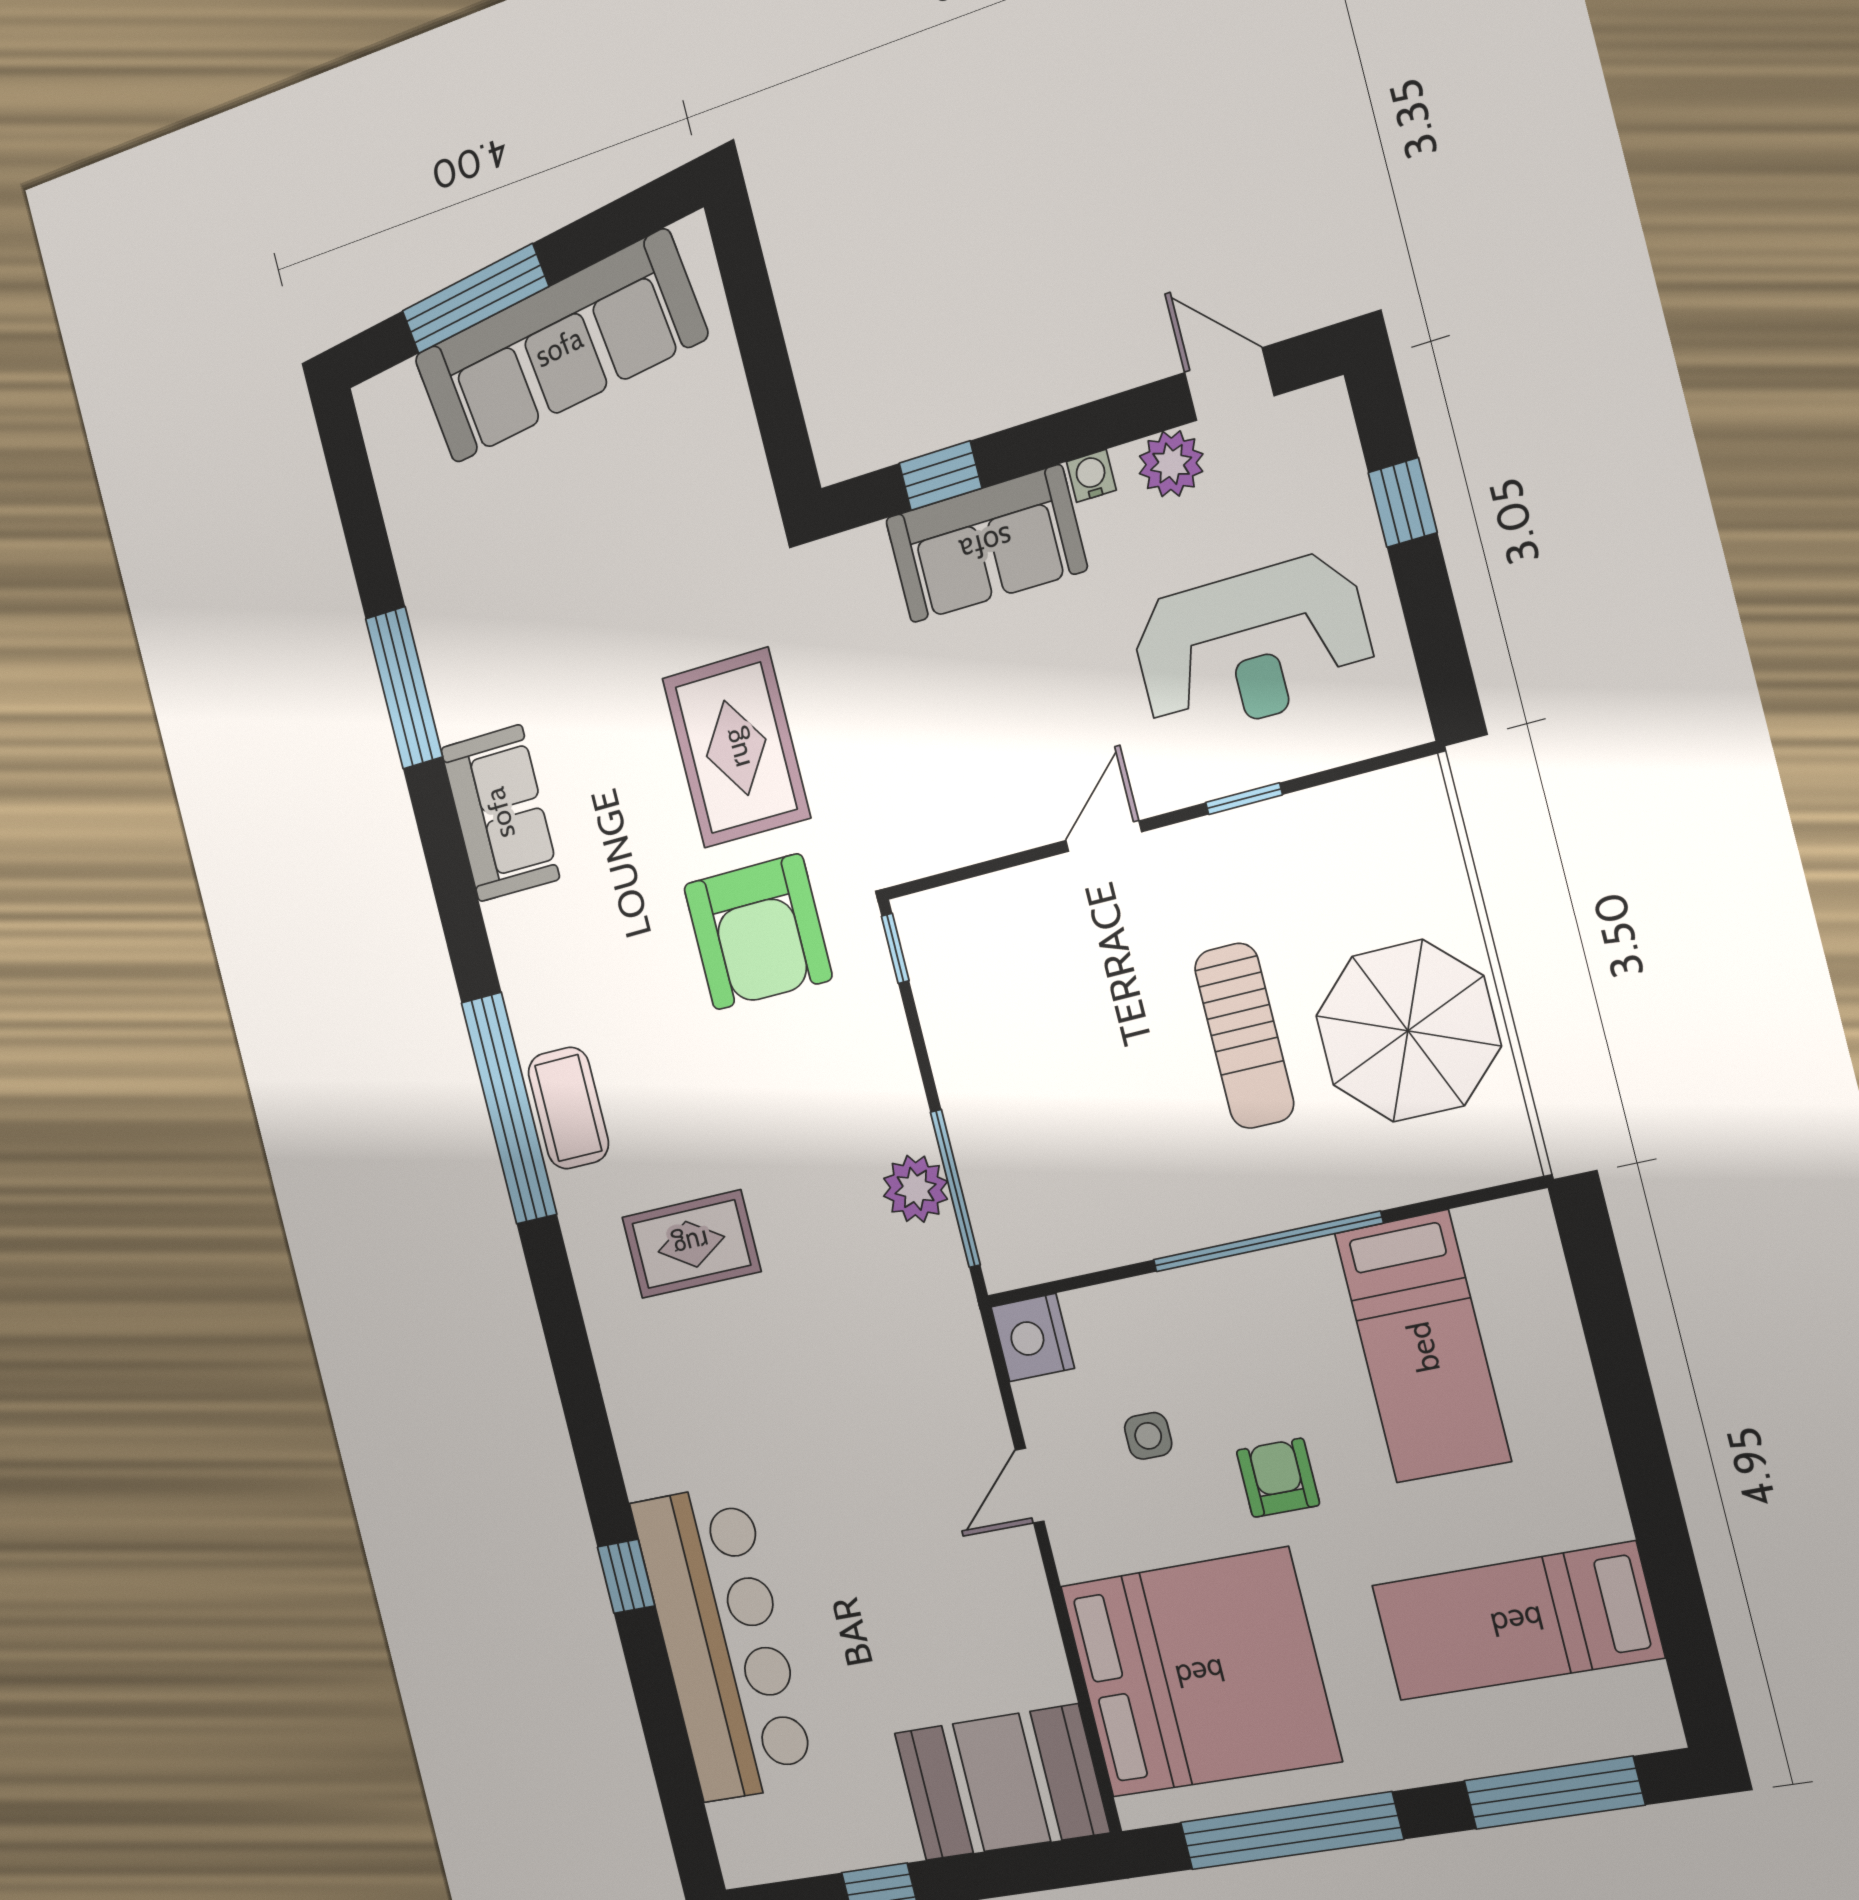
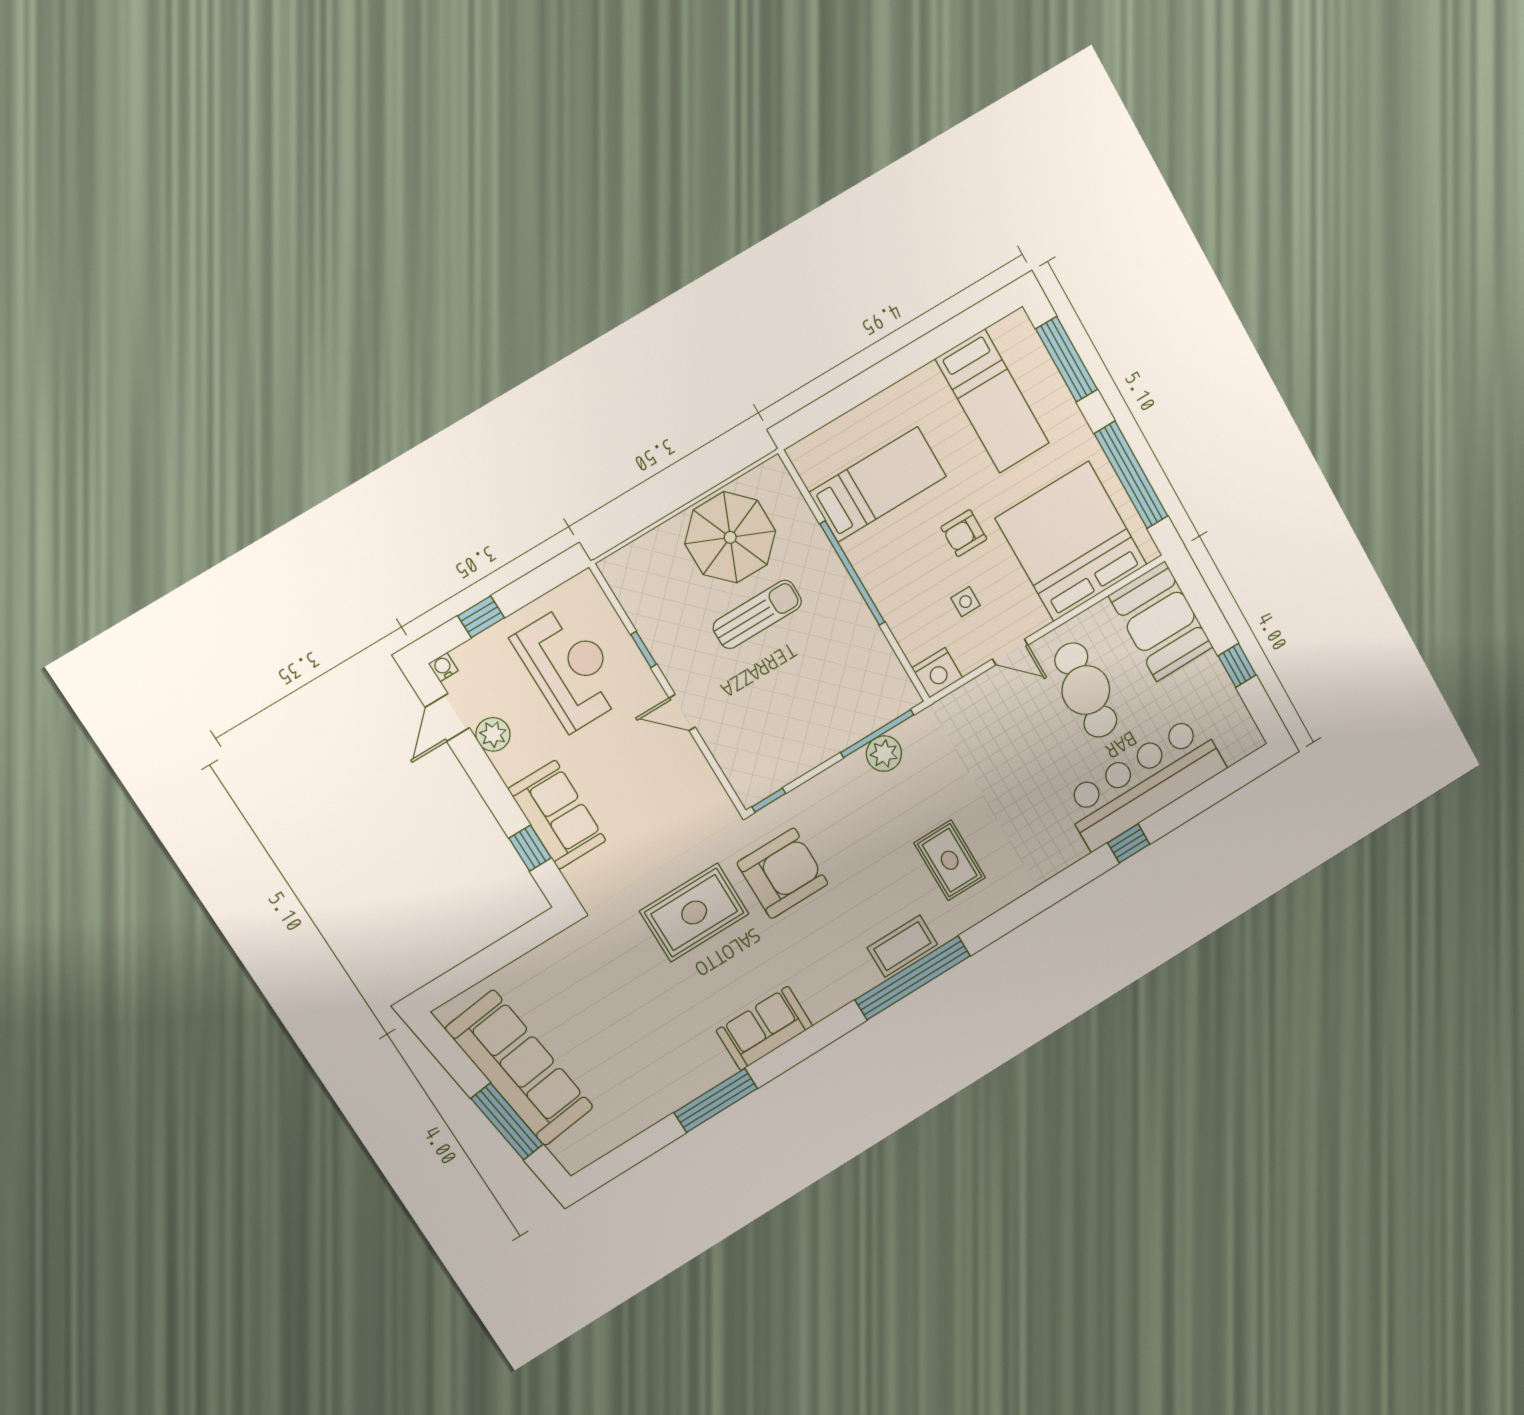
water cooler: (1091, 476) -> (443, 667), moved, turned 90
cafe table: (919, 1599) -> (1086, 690), added

